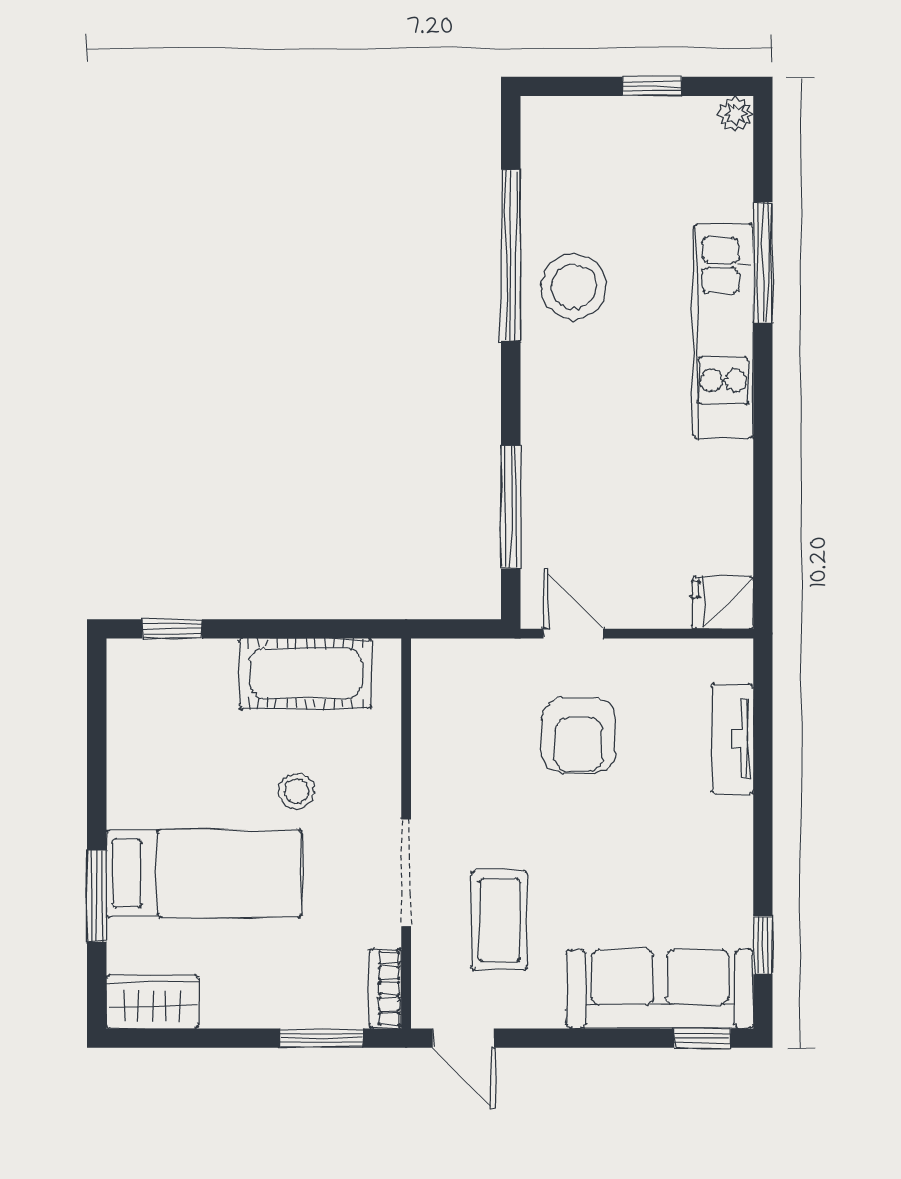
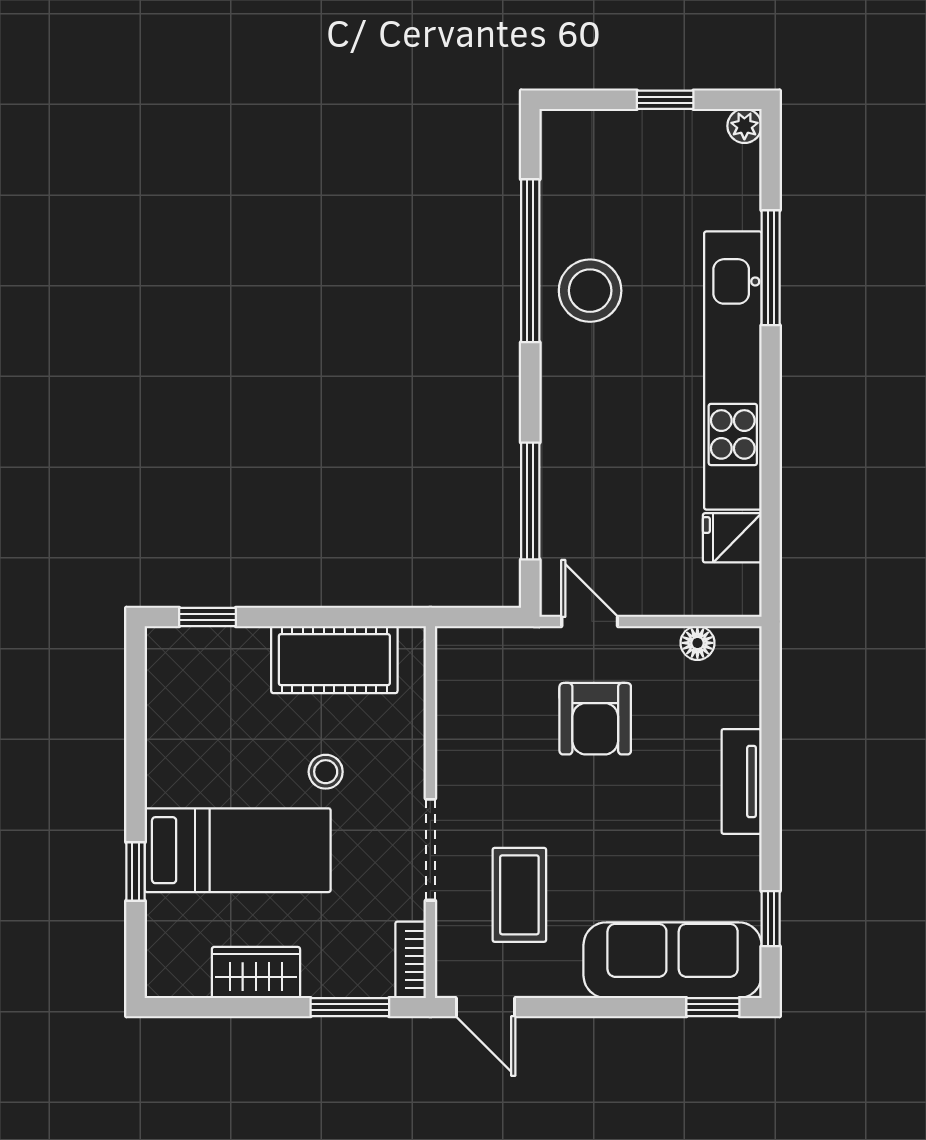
kitchen unit: (723, 331) -> (733, 370), width x1.36
fridge: (723, 603) -> (732, 538), moved
floor lamp: (686, 656) -> (697, 643), added
tv unit: (732, 739) -> (742, 781), moved
window: (97, 896) -> (135, 871), width x0.67
wardrobe: (152, 1002) -> (256, 972), moved

